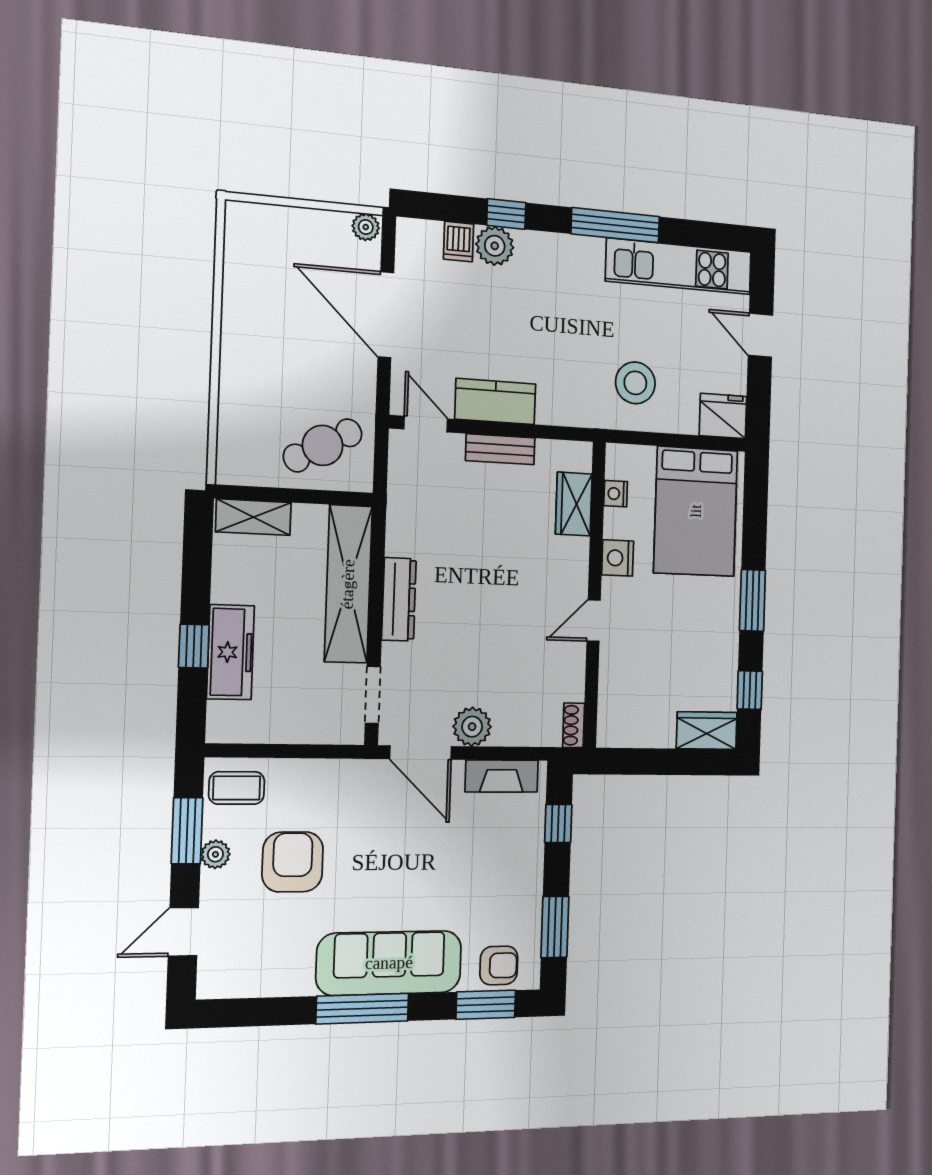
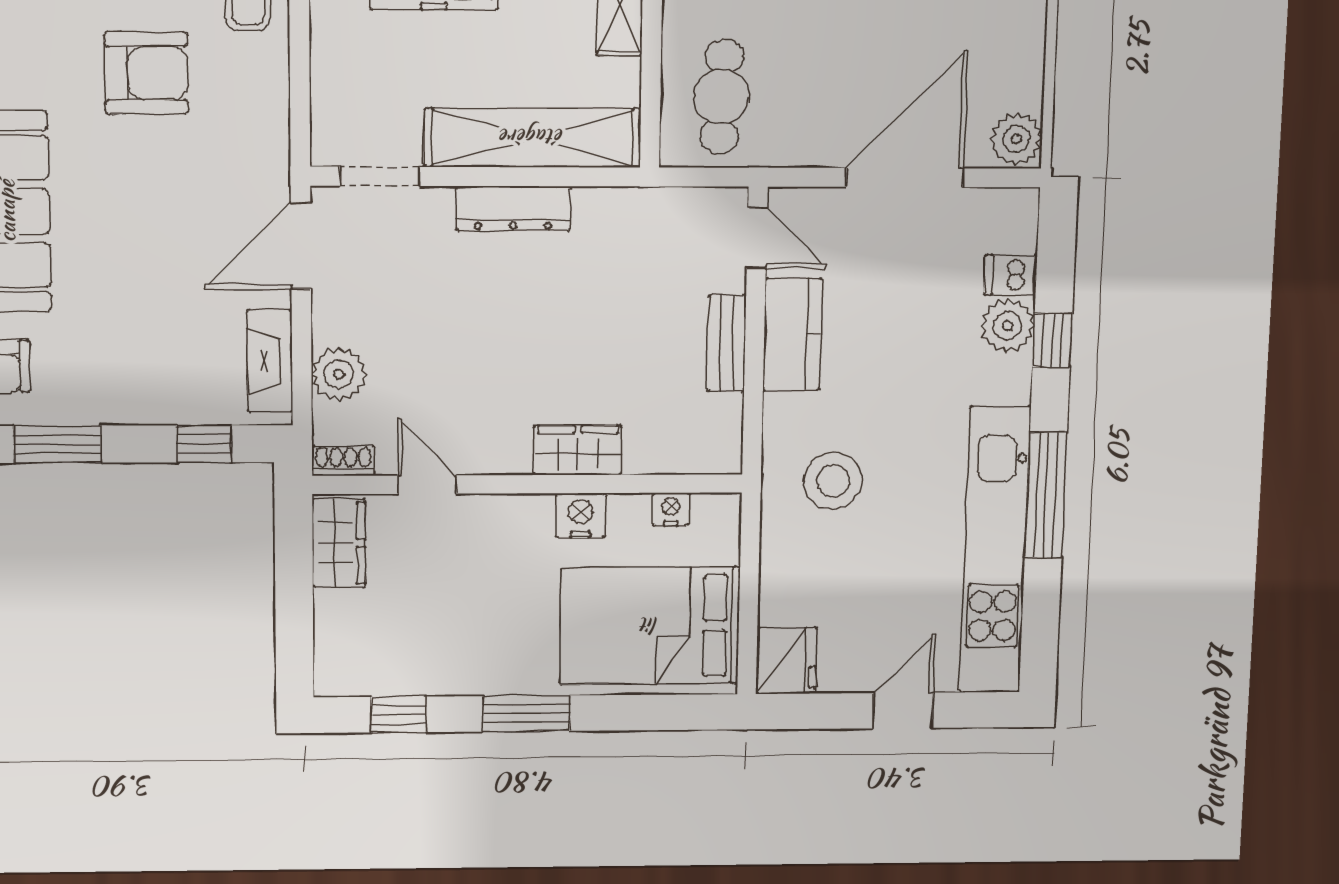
plant: (366, 227) -> (1016, 139), width x1.38, depth x1.38
kitchen unit: (679, 266) -> (995, 550), width x1.36
stool: (635, 383) -> (833, 481), moved
door: (426, 424) -> (757, 238), hinge flipped
cafe table: (323, 445) -> (722, 96), turned 32
wardrobe: (574, 504) -> (578, 450), moved
door: (594, 621) -> (427, 485), moved
plant: (472, 727) -> (339, 374), moved
wardrobe: (707, 731) -> (339, 543), moved

